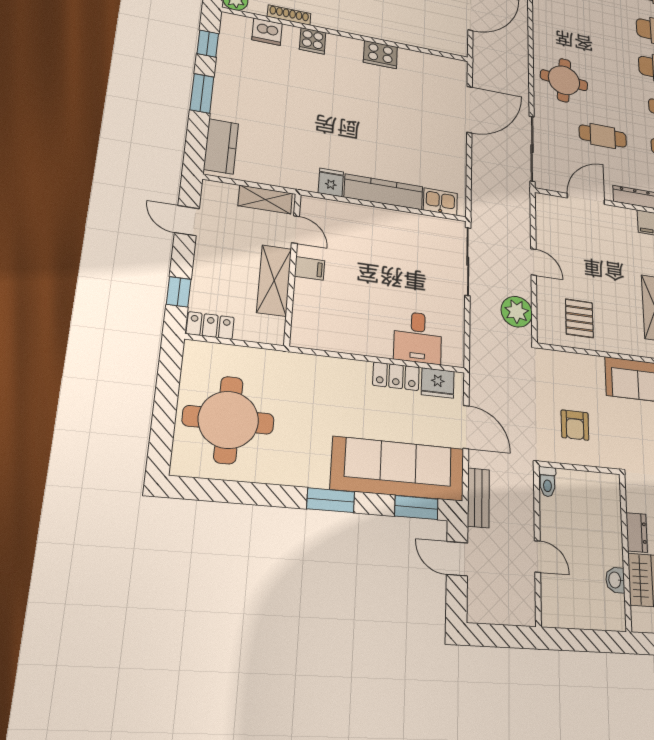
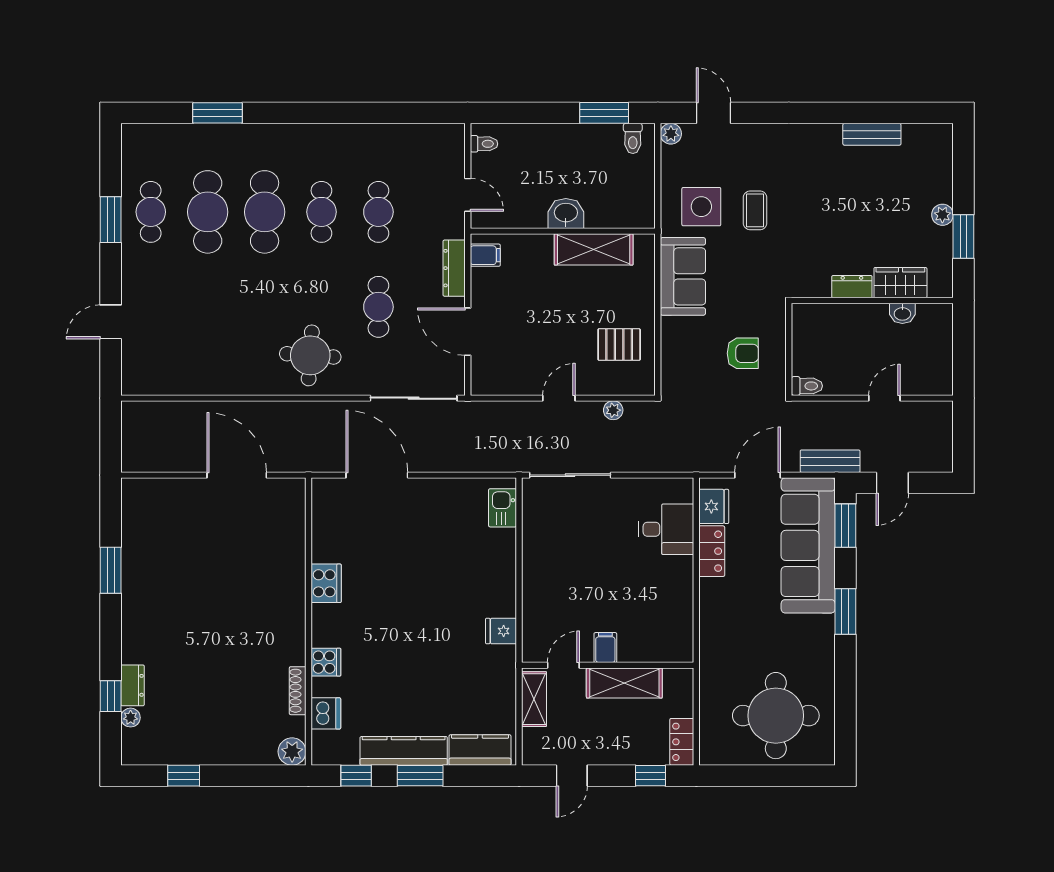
kitchen counter: (384, 192) -> (404, 751), moved, turned 90
plant: (517, 312) -> (613, 410), width x0.53, depth x0.53

